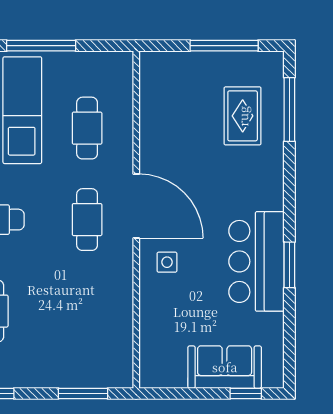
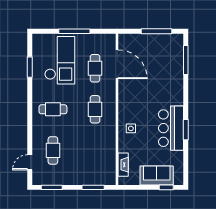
rug: (243, 116) -> (165, 63), removed
door: (136, 206) -> (117, 64), moved
fireplace: (150, 343) -> (123, 165), added

